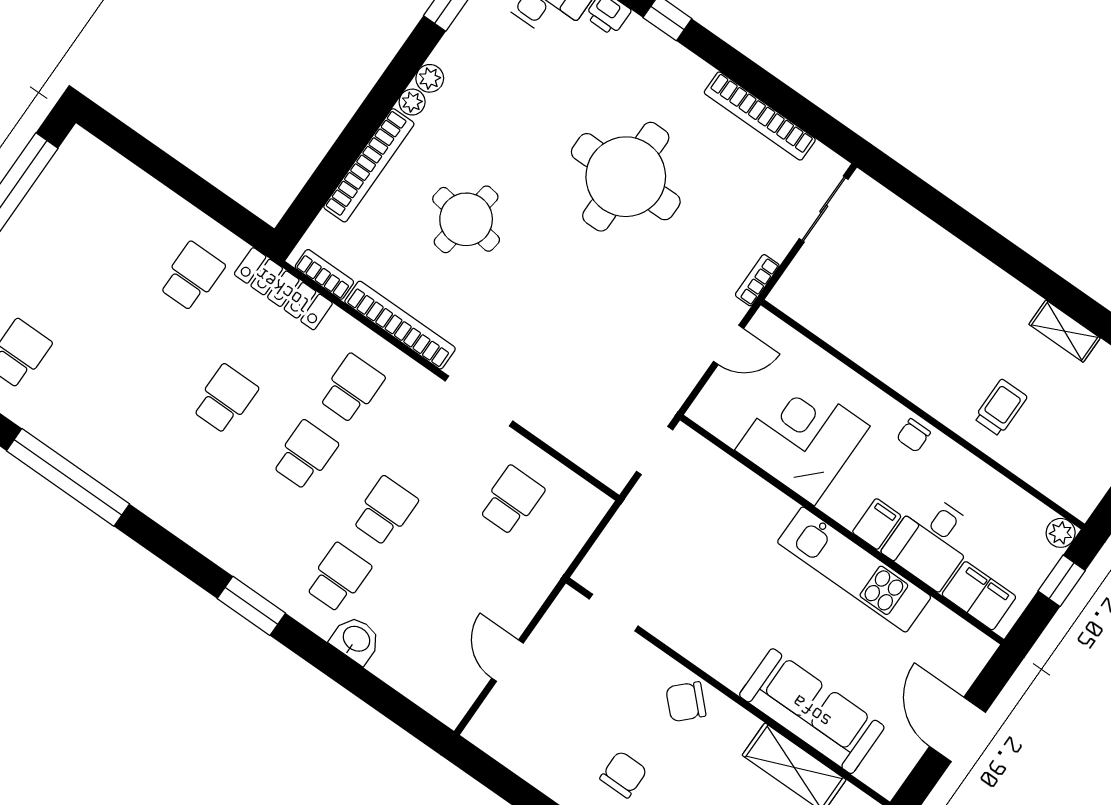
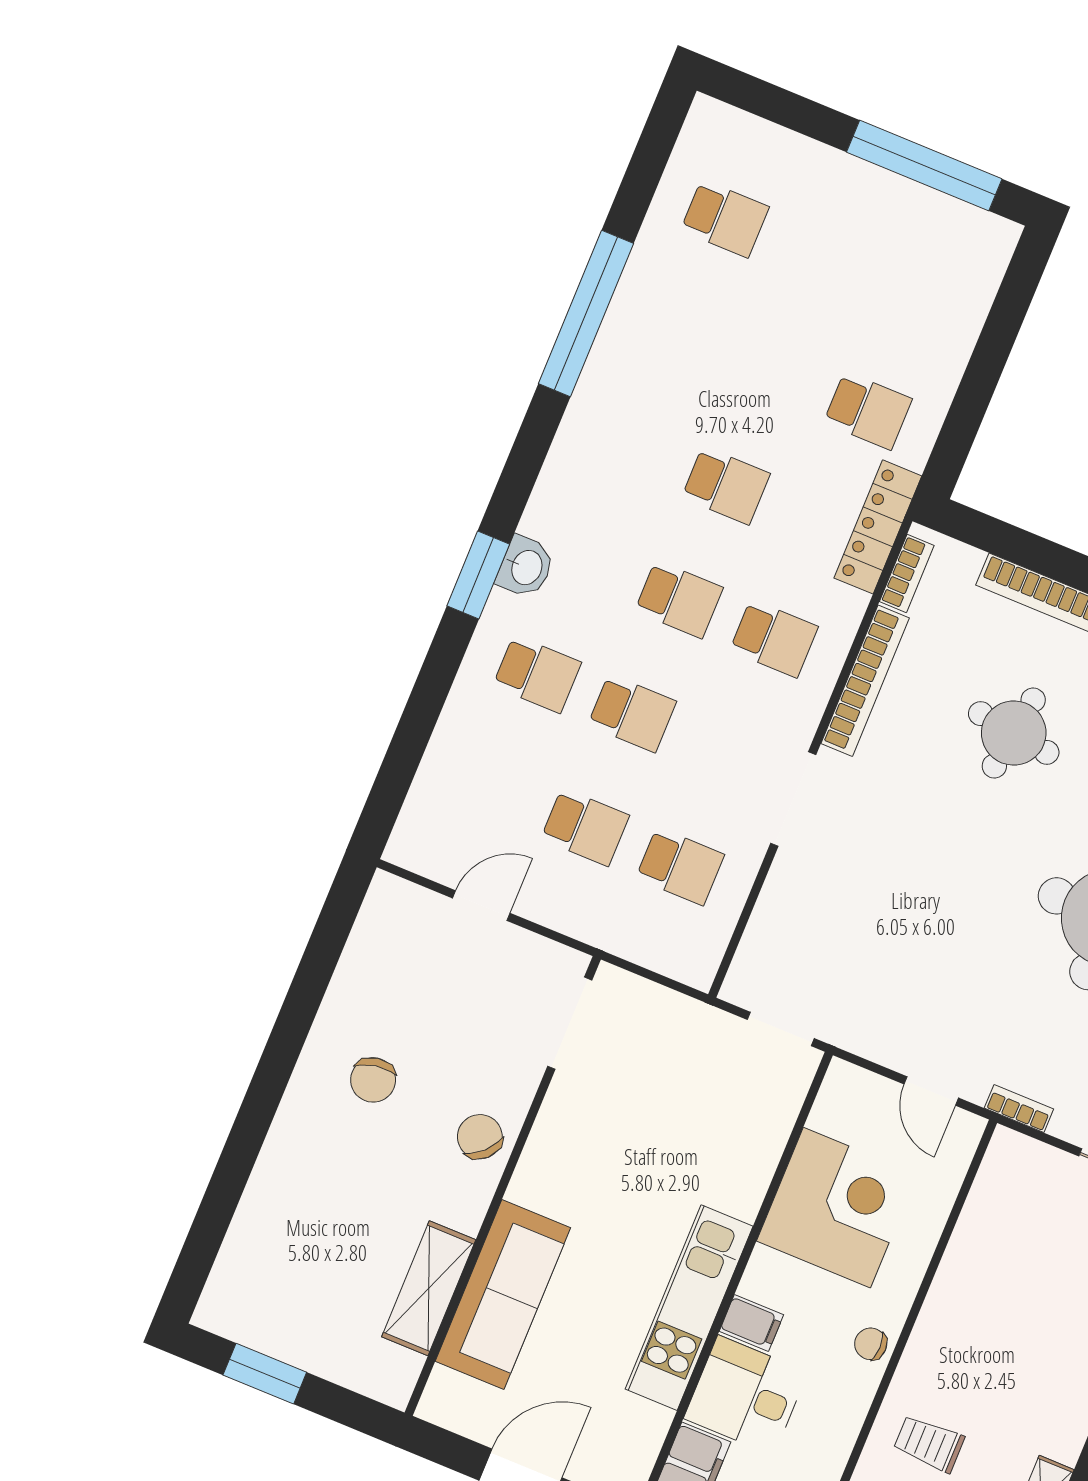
trolley: (1001, 408) -> (929, 1444), turned 180
school desk: (465, 567) -> (585, 827), added
doorway: (614, 613) -> (570, 1023), width x1.38
washbasin: (356, 640) -> (526, 567), moved
chair: (624, 774) -> (373, 1080), turned 80

